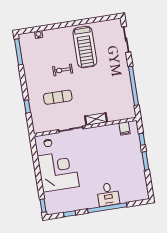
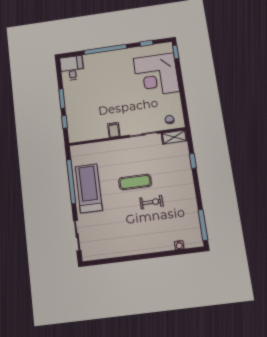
treadmill: (85, 47) -> (89, 188), moved
exercise mat: (58, 97) -> (135, 182), moved
shelving: (96, 119) -> (174, 137), moved
filing cabinet: (125, 128) -> (114, 130), moved
corner desk: (58, 171) -> (156, 75), moved
desk: (108, 194) -> (72, 68), moved

